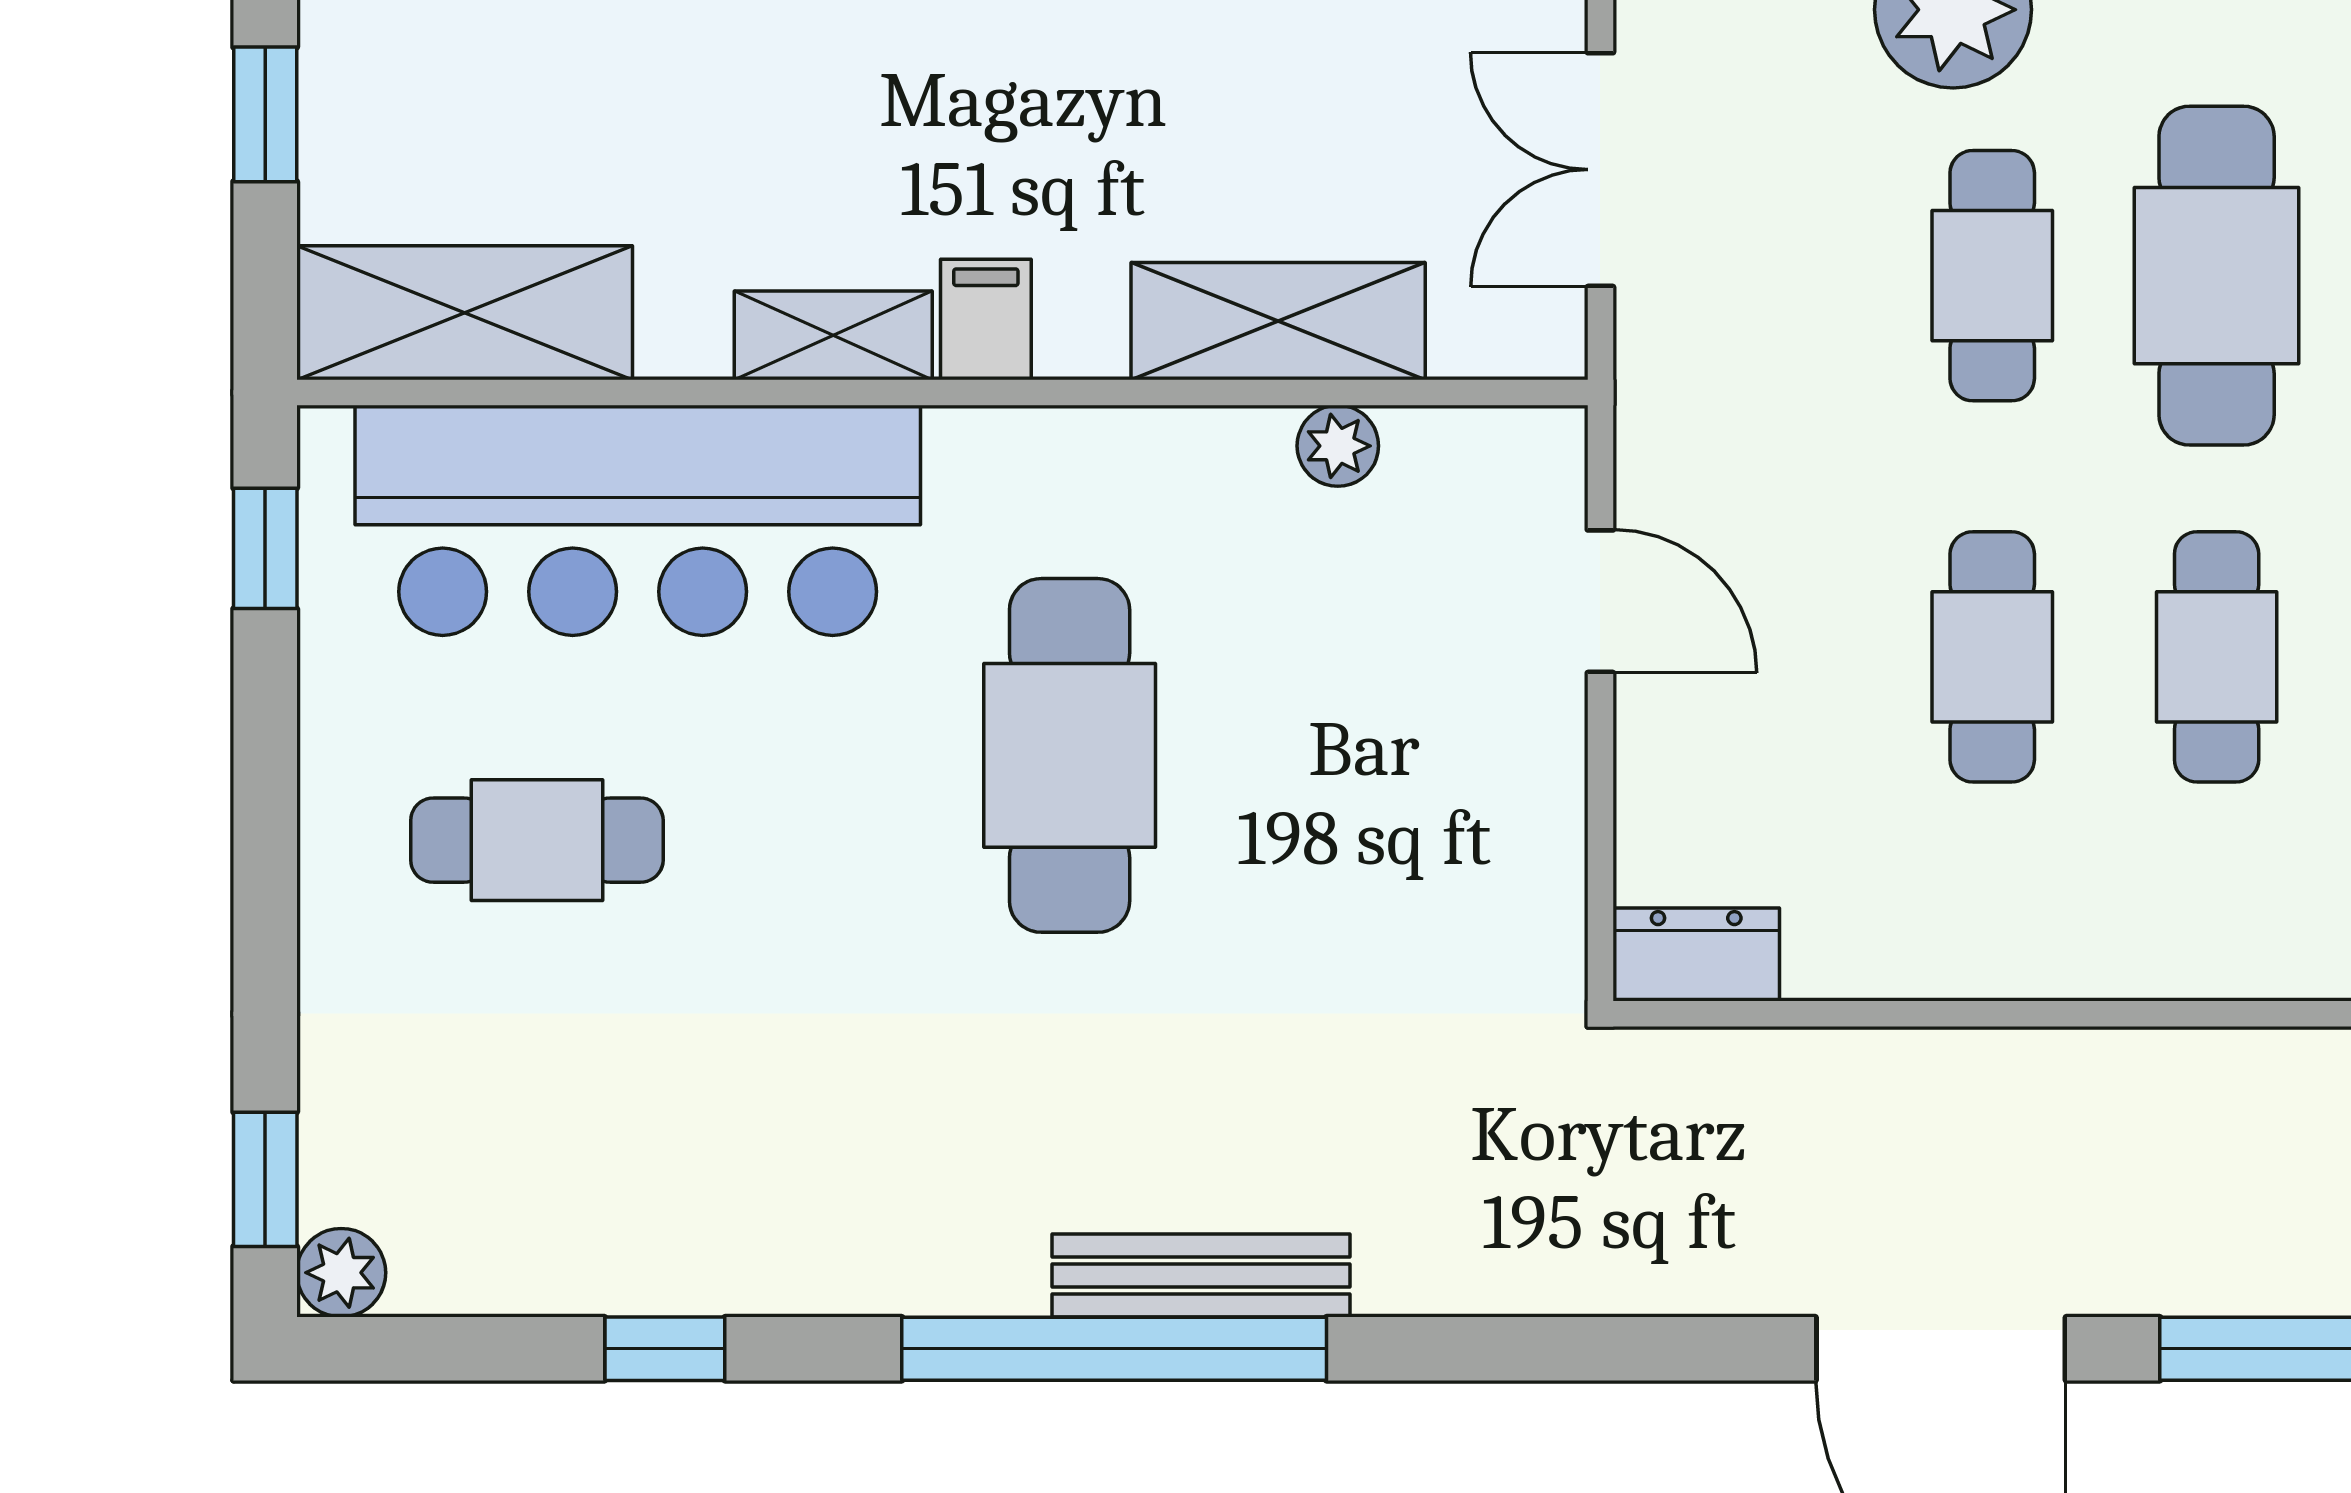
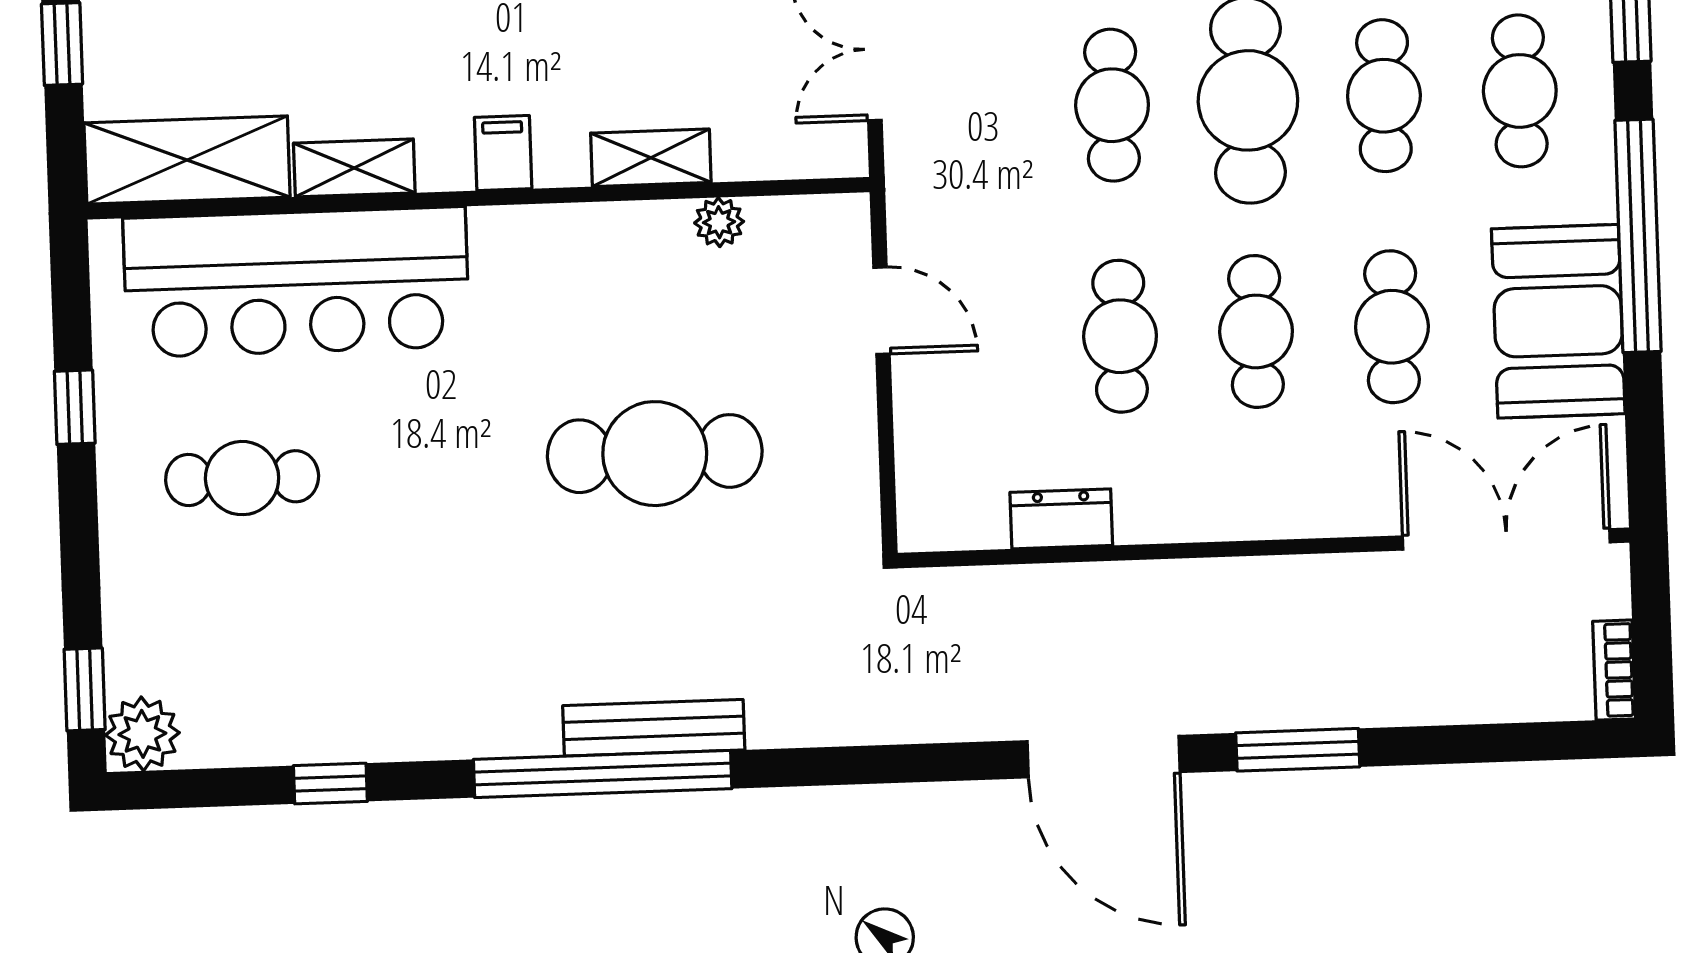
shelving: (1278, 321) -> (651, 158), width x0.67, depth x0.75
shelving: (833, 335) -> (354, 168), moved
window: (265, 548) -> (75, 407), moved
cafe table: (1070, 755) -> (655, 454), moved, turned 90
dresser: (1696, 954) -> (1061, 519), moved
plant: (341, 1273) -> (142, 734), width x1.38, depth x1.38

